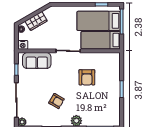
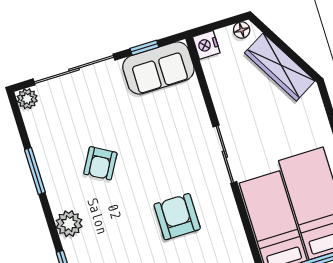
wardrobe: (36, 21) -> (280, 67), width x1.50
sofa: (37, 61) -> (158, 68), moved, turned -90
armchair: (87, 77) -> (177, 217), turned 90

